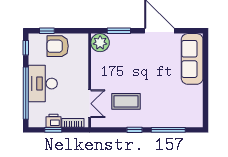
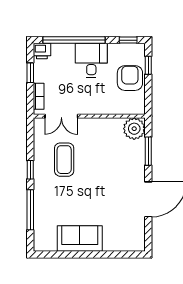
sofa: (192, 59) -> (80, 238), moved, width x0.73
desk: (43, 84) -> (91, 60), width x0.73
printer: (53, 121) -> (42, 51), moved, turned 90

